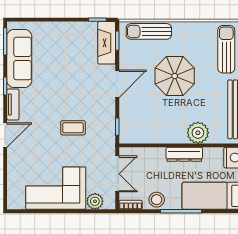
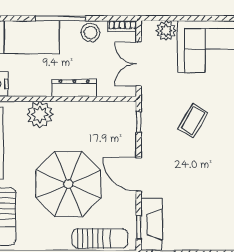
parasol: (175, 76) -> (68, 184), width x1.36, depth x1.36
door: (117, 84) -> (139, 174), hinge flipped
coffee table: (73, 128) -> (193, 120), turned -60
dresser: (184, 154) -> (74, 88), moved

